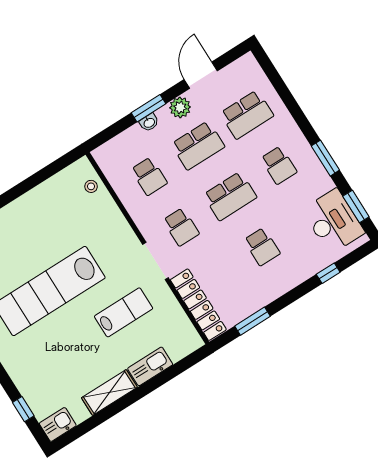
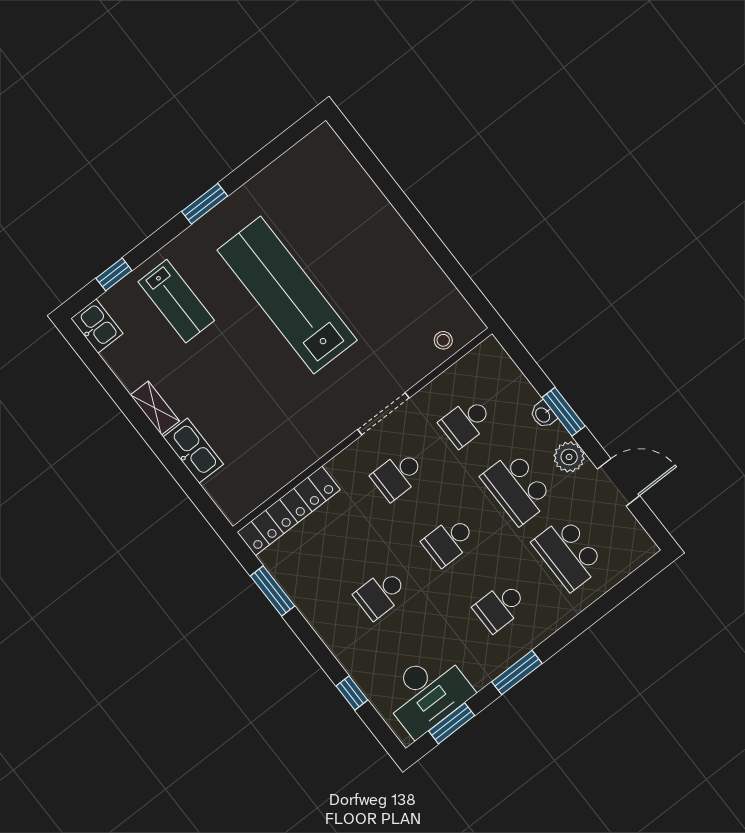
school desk: (230, 196) -> (449, 541), width x0.54
doorway: (156, 261) -> (383, 414), moved
lab bench: (124, 312) -> (176, 301), moved
shelving: (109, 392) -> (155, 408), width x0.67, depth x0.75

